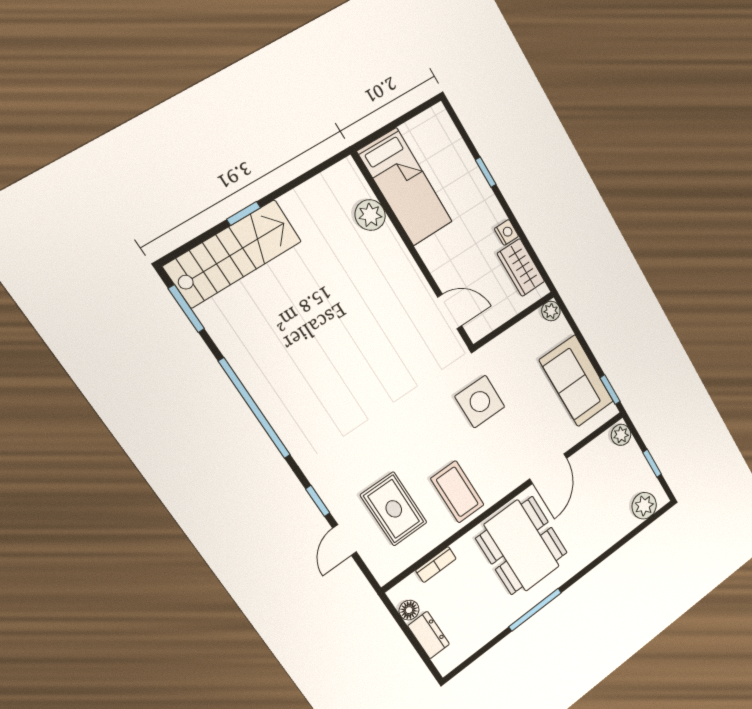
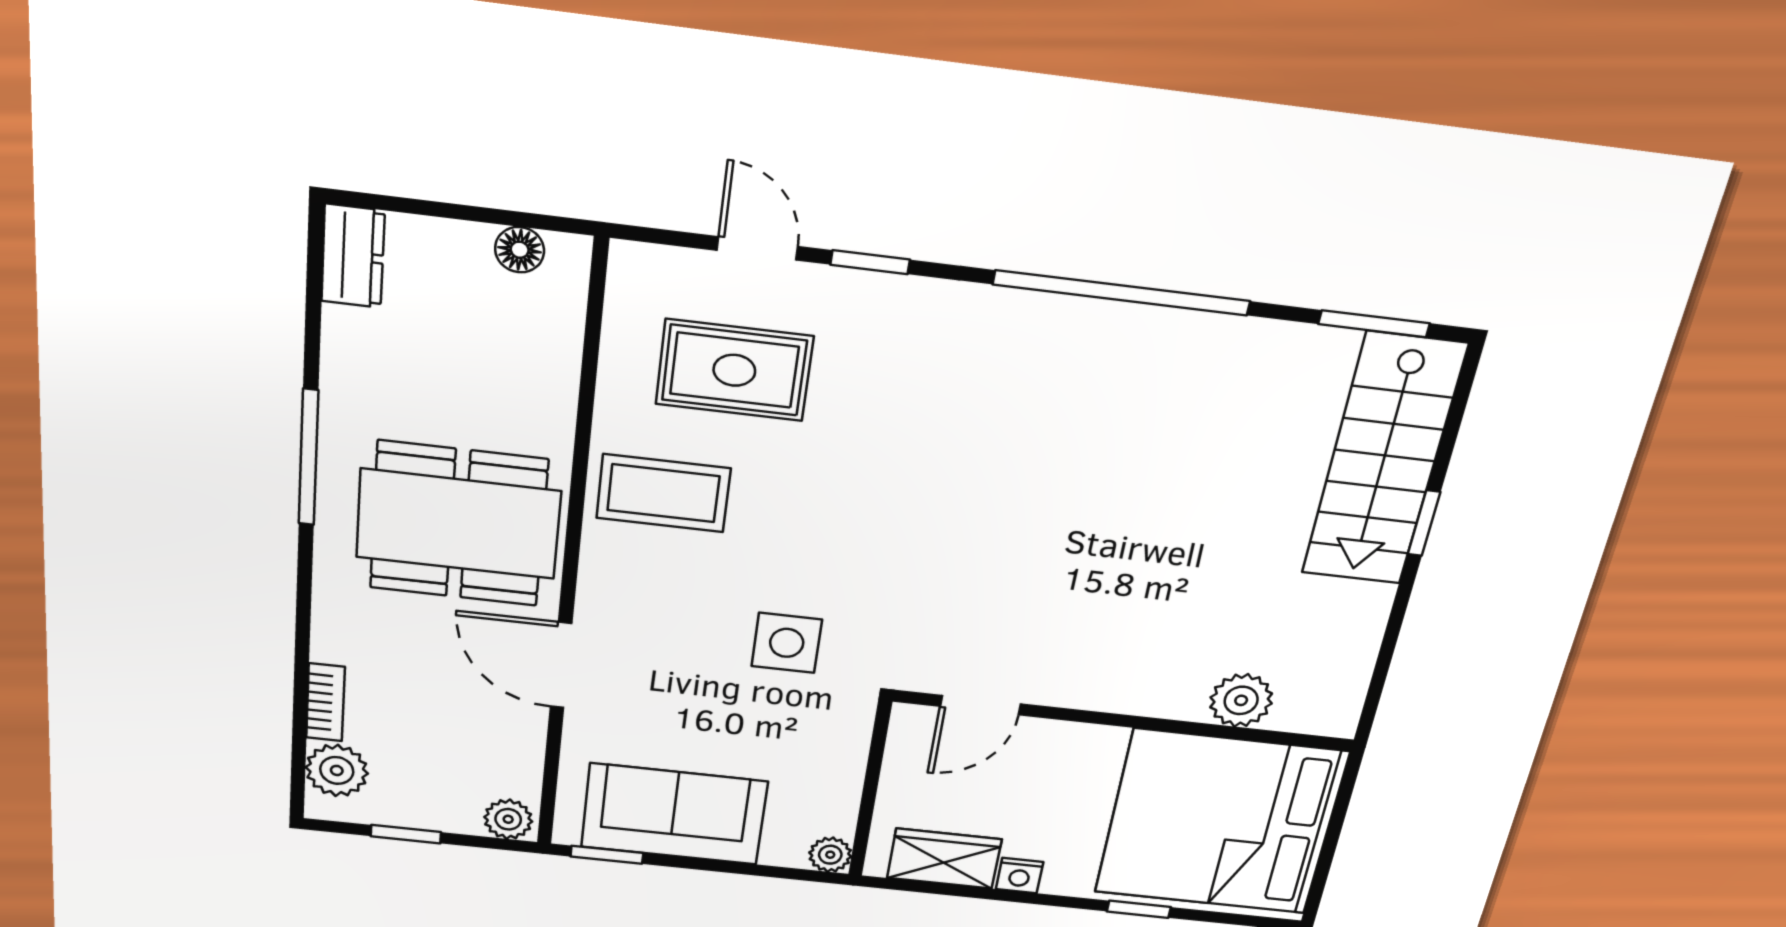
bed: (405, 187) -> (1221, 823), width x2.04
side table: (480, 402) -> (787, 643), width x0.73, depth x0.73
bookcase: (436, 564) -> (325, 702), moved, turned 180
dresser: (429, 635) -> (353, 256), moved, turned -90

